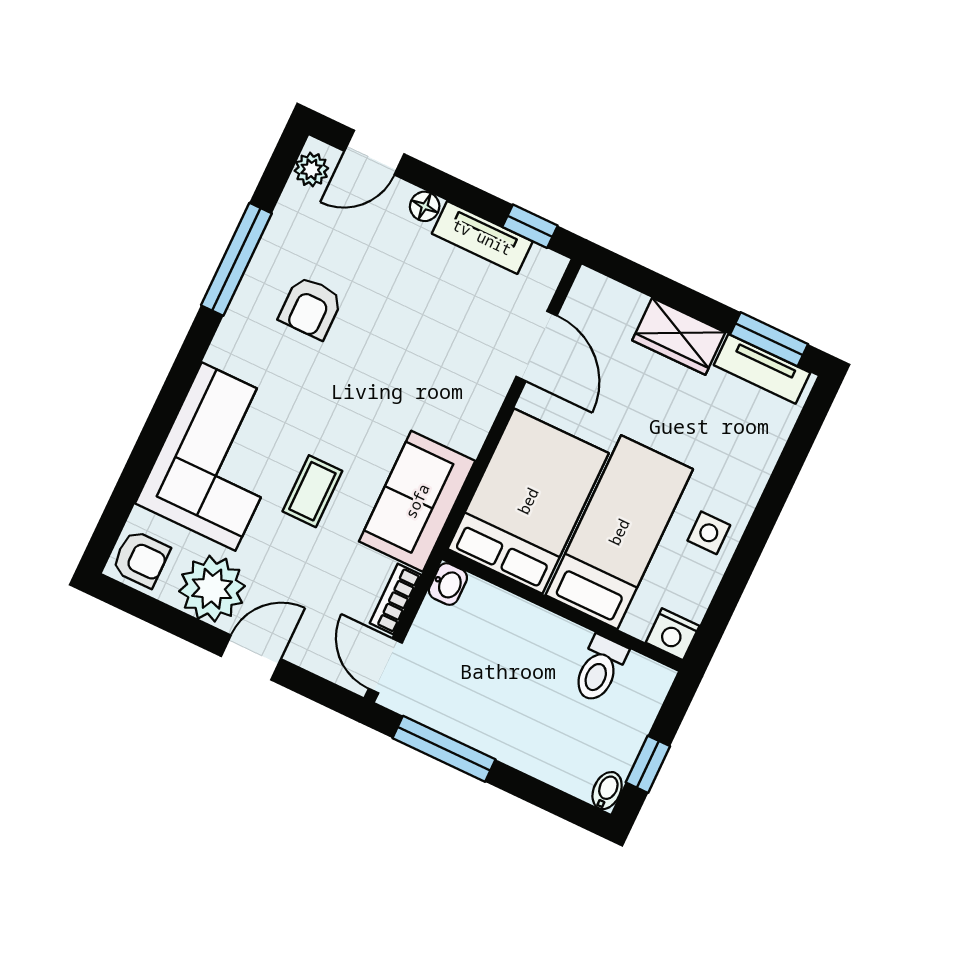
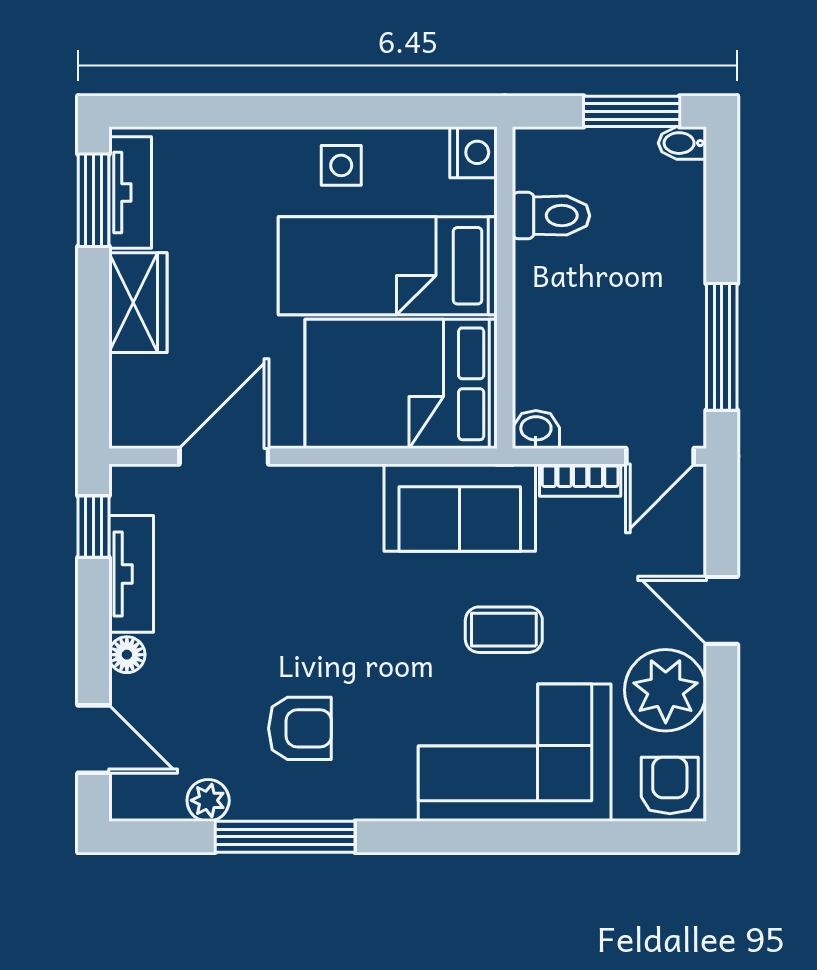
plant: (311, 170) -> (208, 800), moved
window: (648, 764) -> (632, 111), width x1.50

